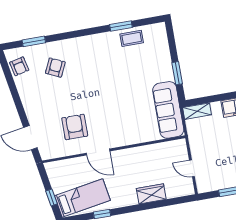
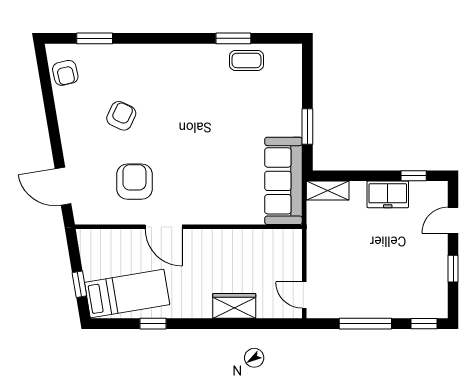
armchair: (55, 68) -> (121, 116), moved
door: (192, 168) -> (304, 295), moved

